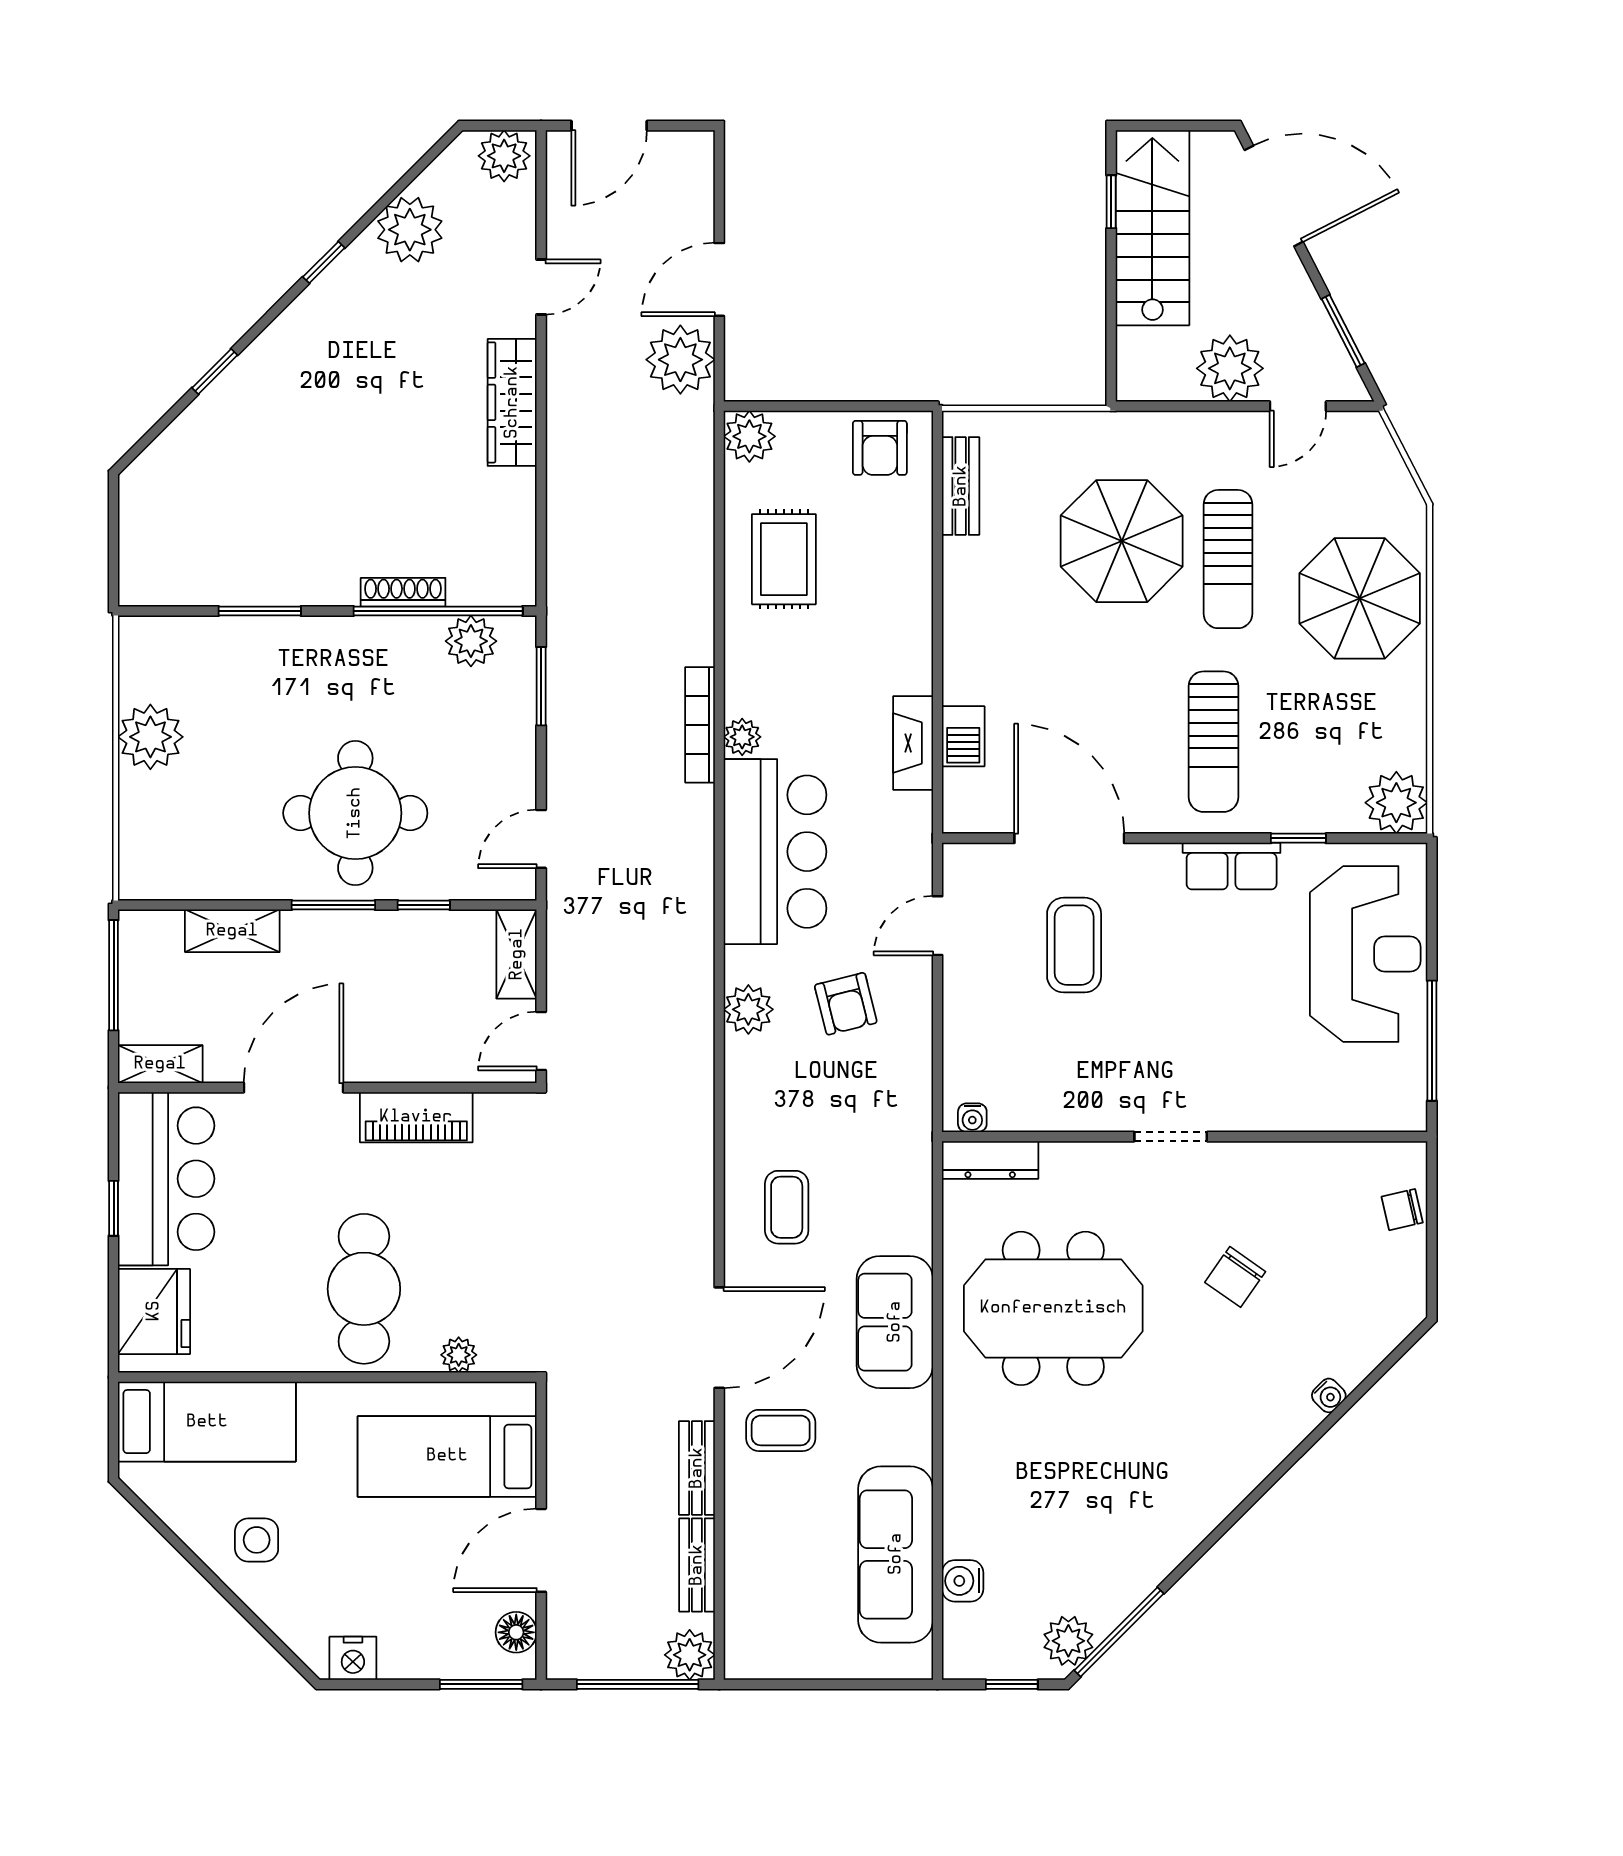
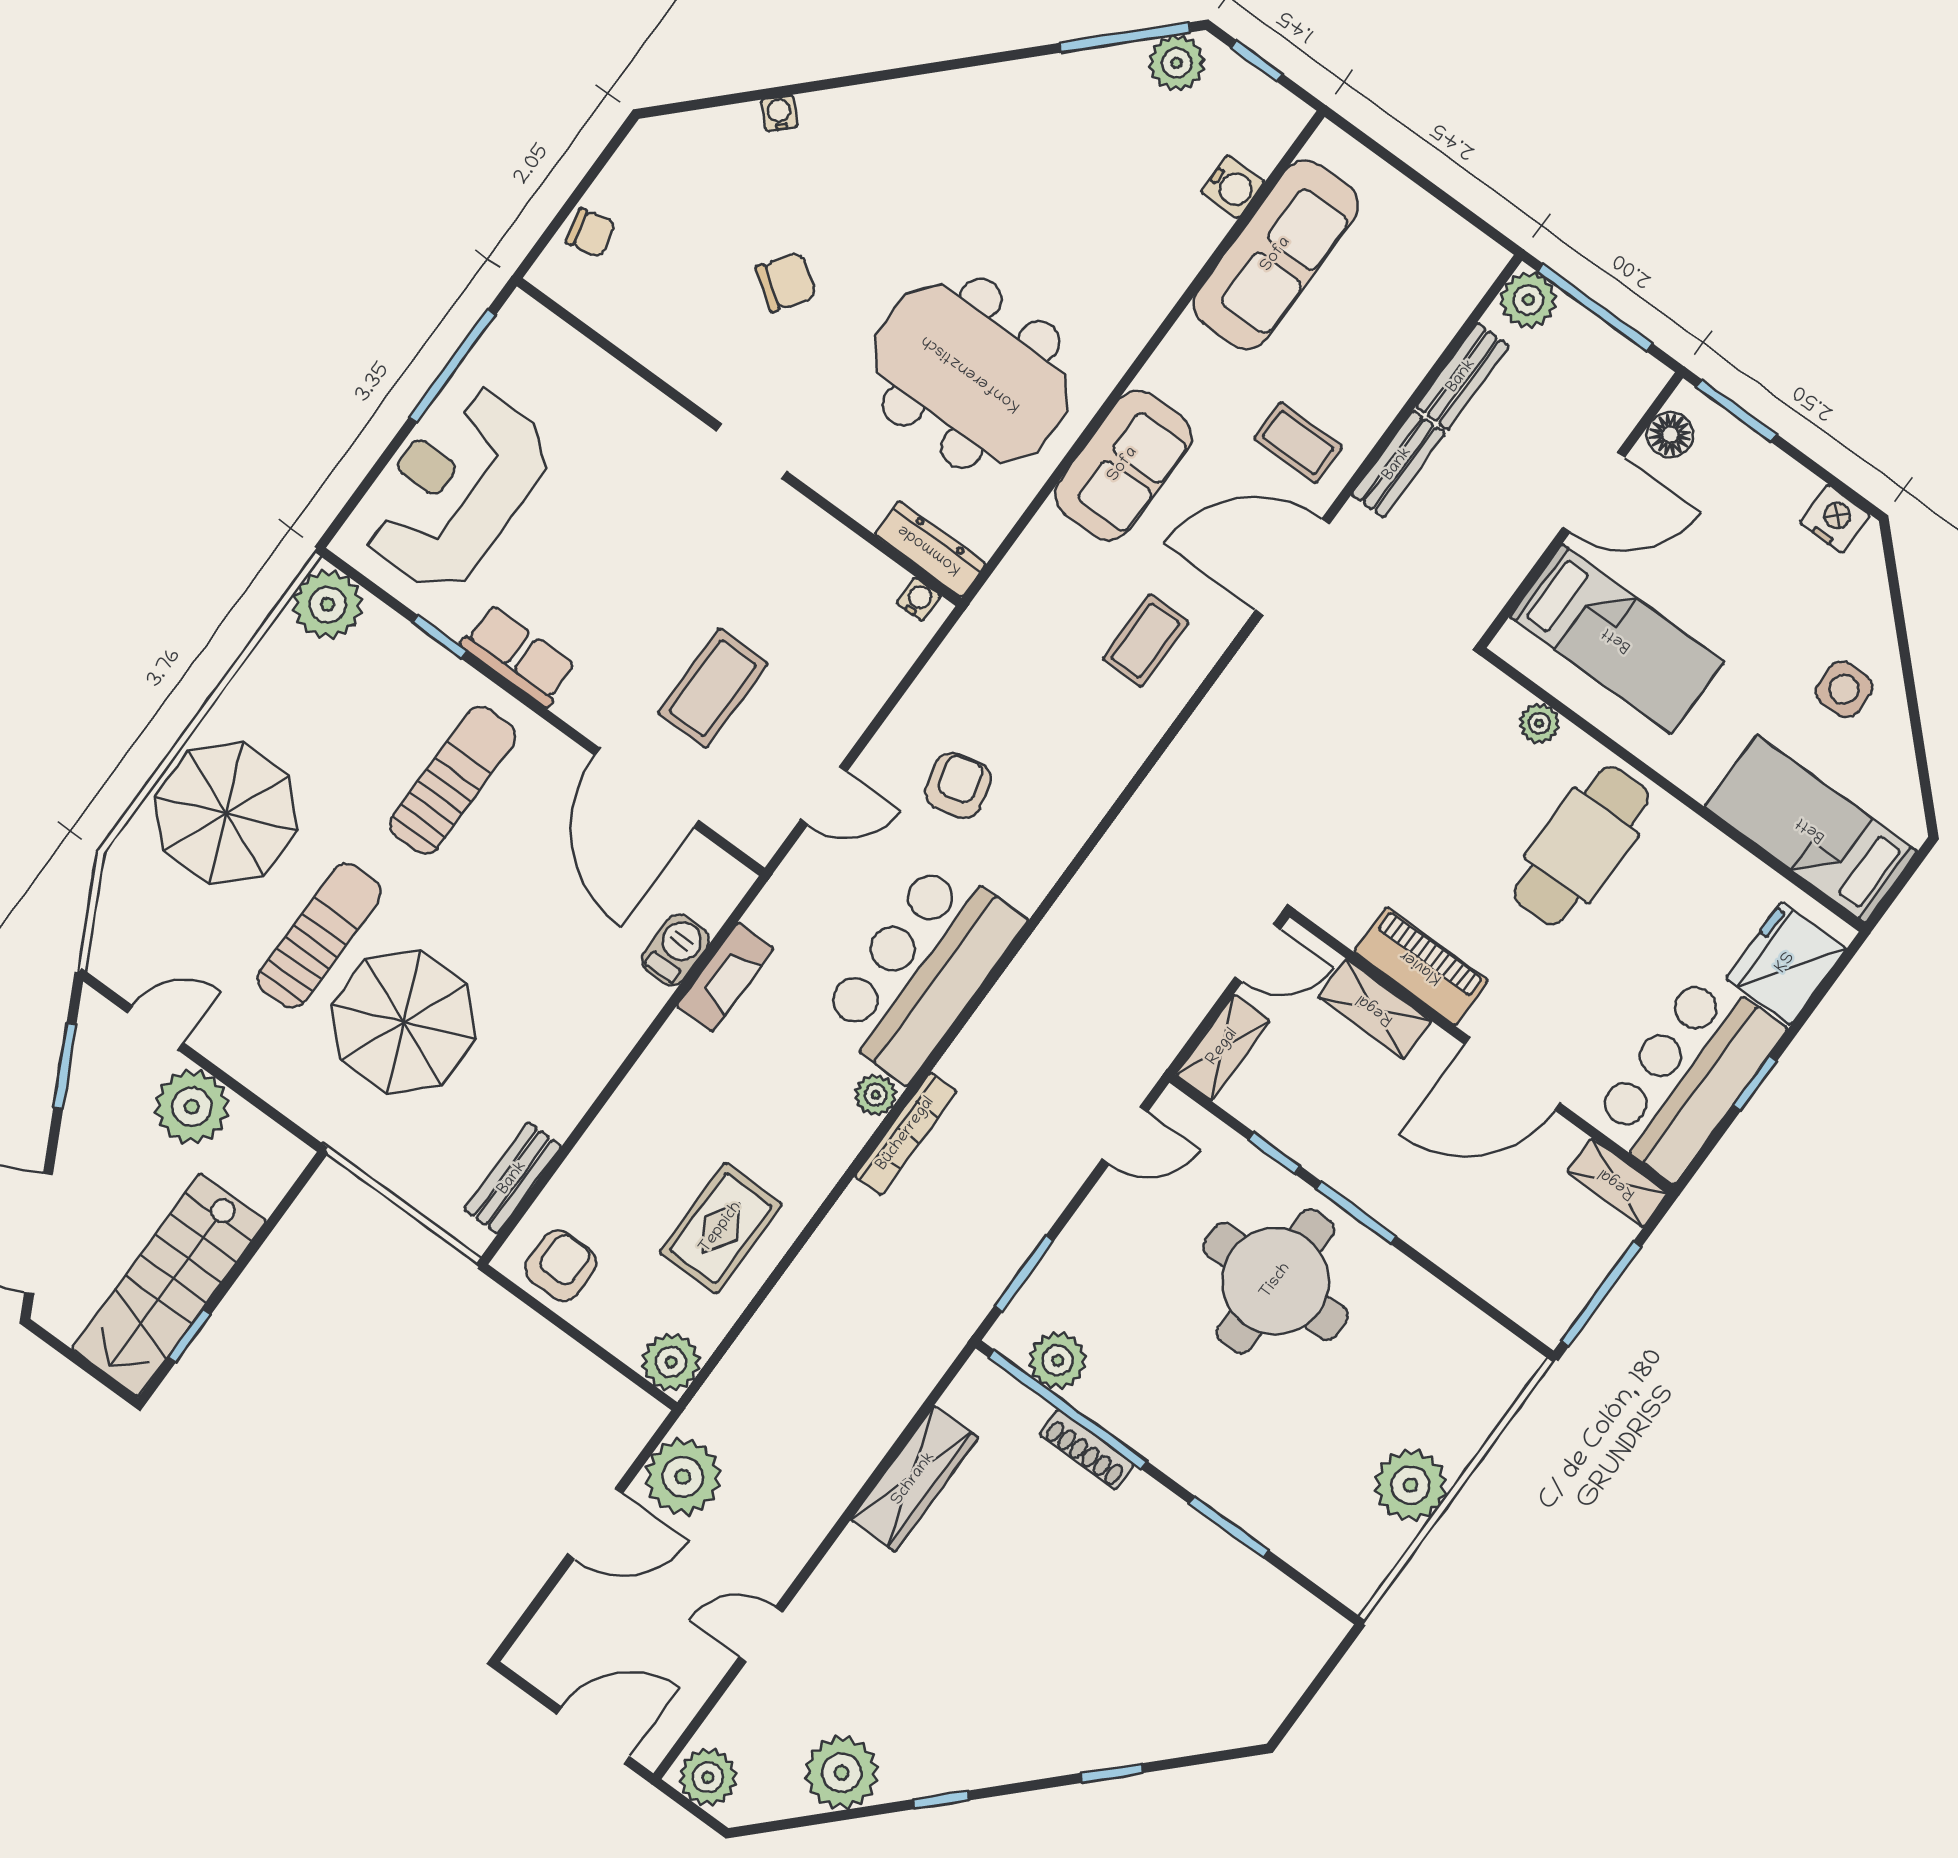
wardrobe: (512, 402) -> (914, 1479), moved
shelving: (232, 931) -> (1375, 1009), moved
plant: (748, 1009) -> (1050, 845), removed

